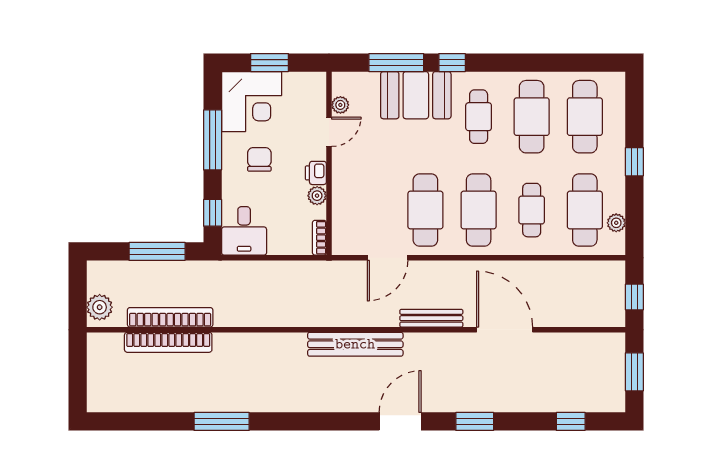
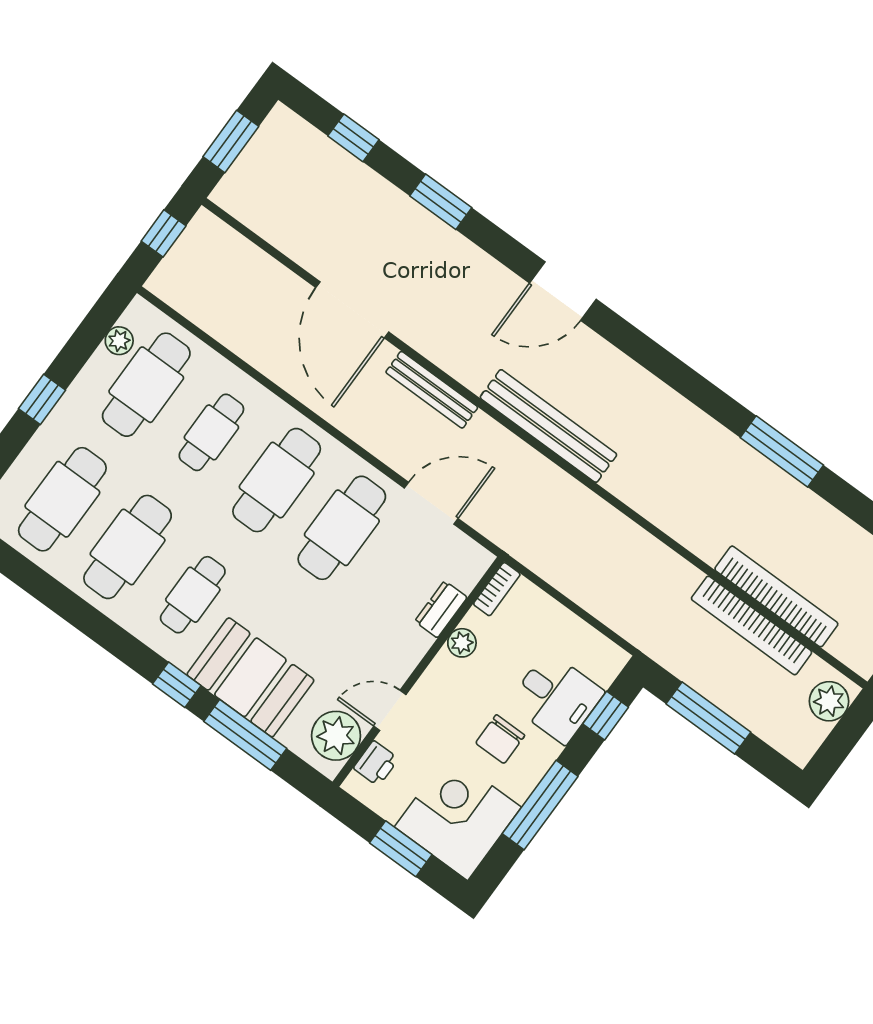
plant: (340, 105) -> (336, 736), width x1.88, depth x1.88
printer: (316, 173) -> (376, 763), moved
dresser: (341, 205) -> (441, 609), added
desk: (244, 231) -> (556, 698), moved, turned 90
window: (475, 421) -> (441, 202), moved

